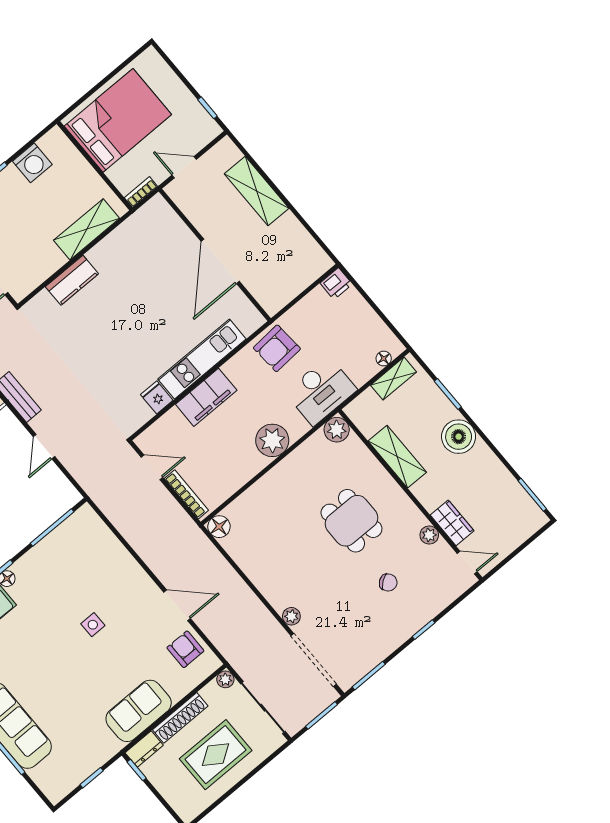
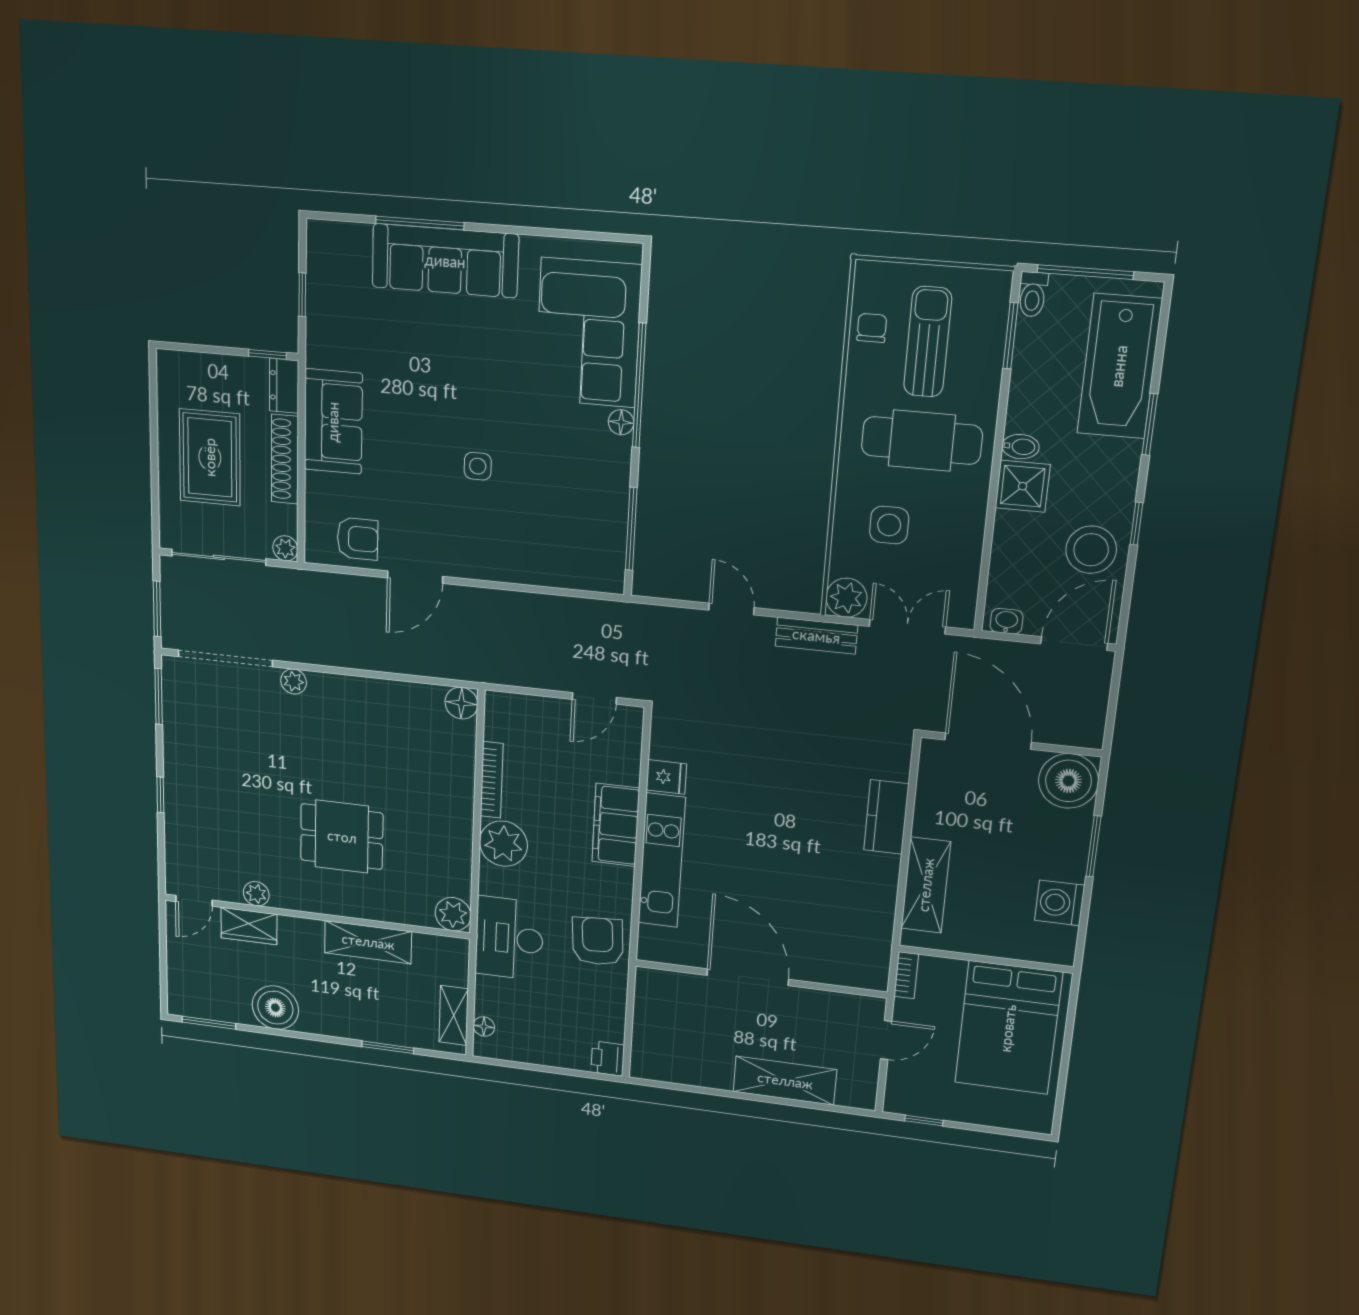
boiler: (459, 437) -> (275, 1008), moved
bookcase: (186, 494) -> (492, 780), moved, turned -90
chair: (388, 583) -> (242, 809), removed

